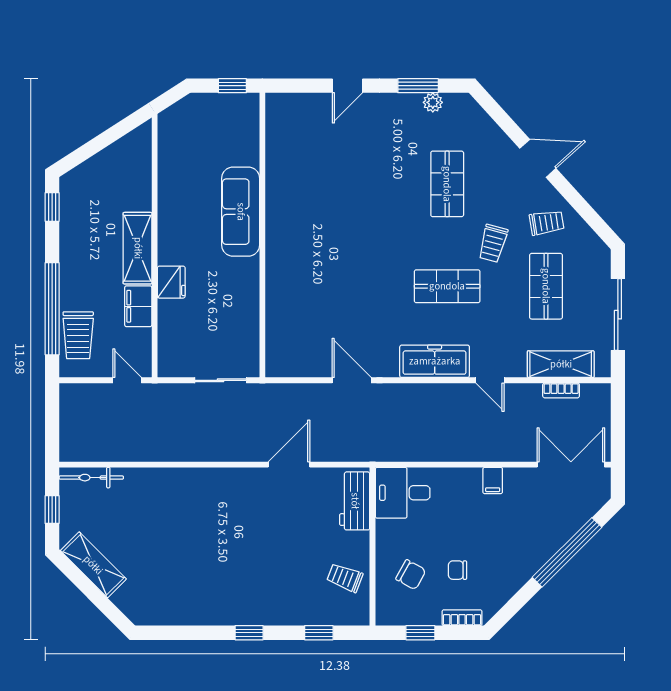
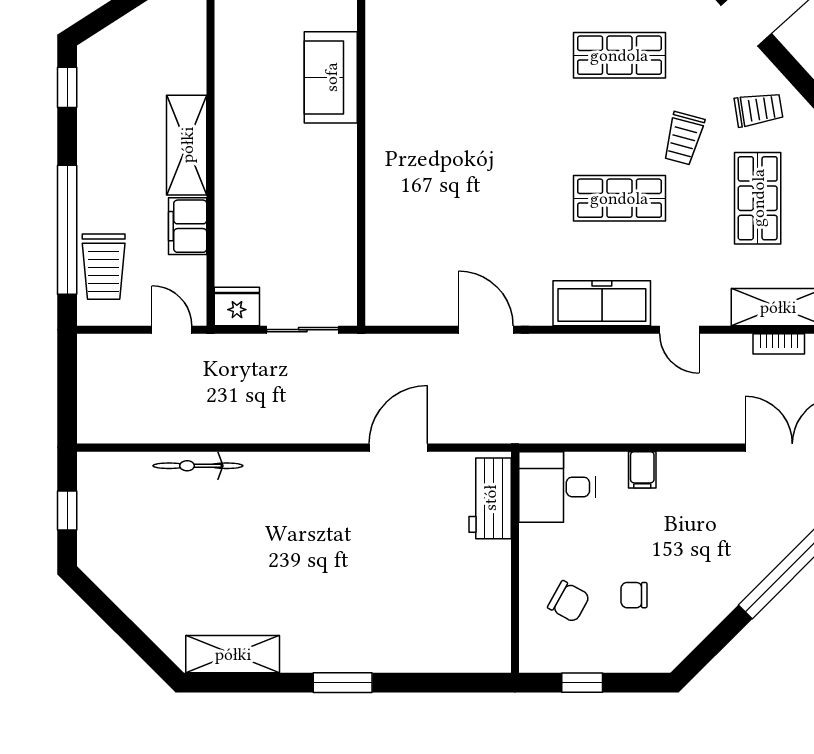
shop shelf: (447, 184) -> (619, 55), turned 90
sofa: (241, 212) -> (331, 77), width x0.73
fridge: (171, 282) -> (237, 306), moved, turned -90
bicycle: (91, 478) -> (198, 466), moved
filing cabinet: (493, 481) -> (642, 470), moved
shelving: (93, 565) -> (233, 654), moved, turned -45
trolley: (345, 578) -> (476, 606), removed
bookcase: (462, 618) -> (640, 662), removed
window: (249, 633) -> (343, 683), width x1.50
window: (319, 633) -> (440, 683), removed

